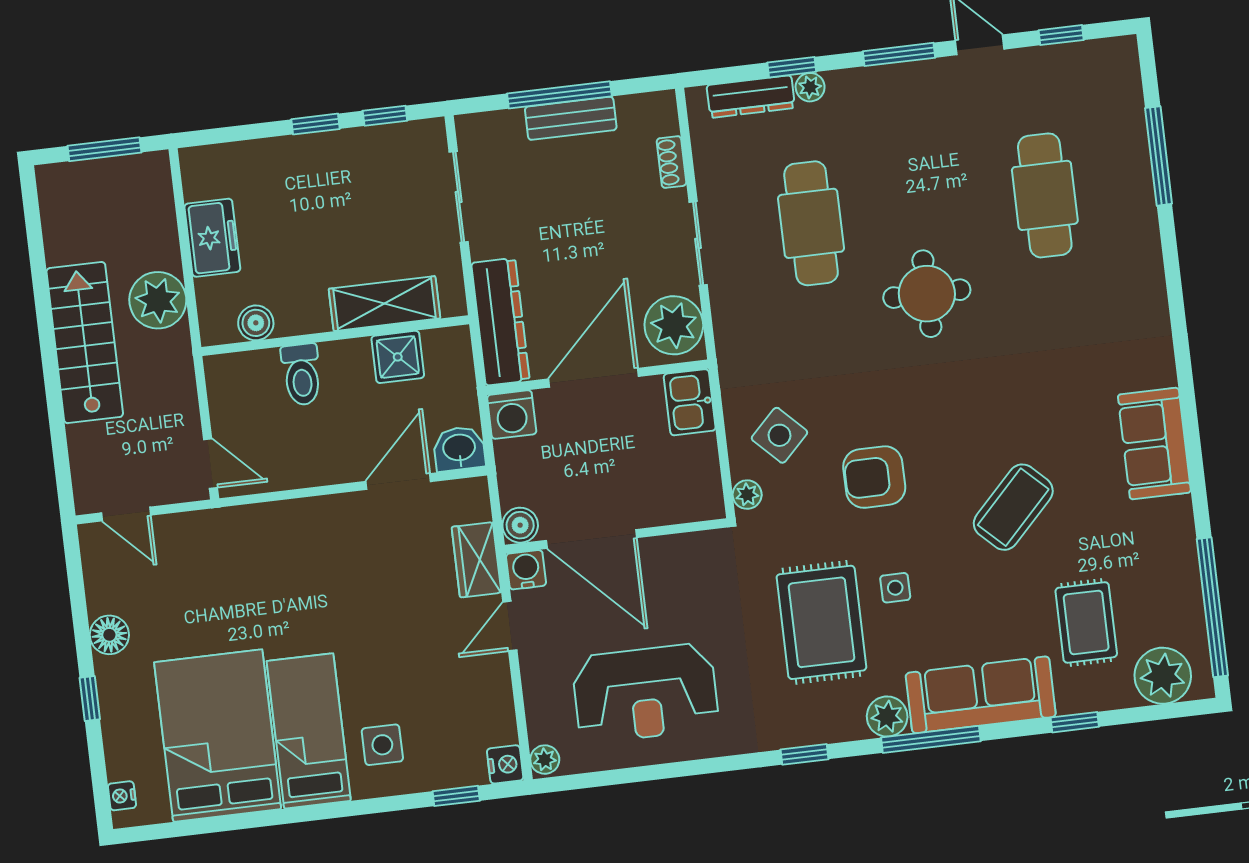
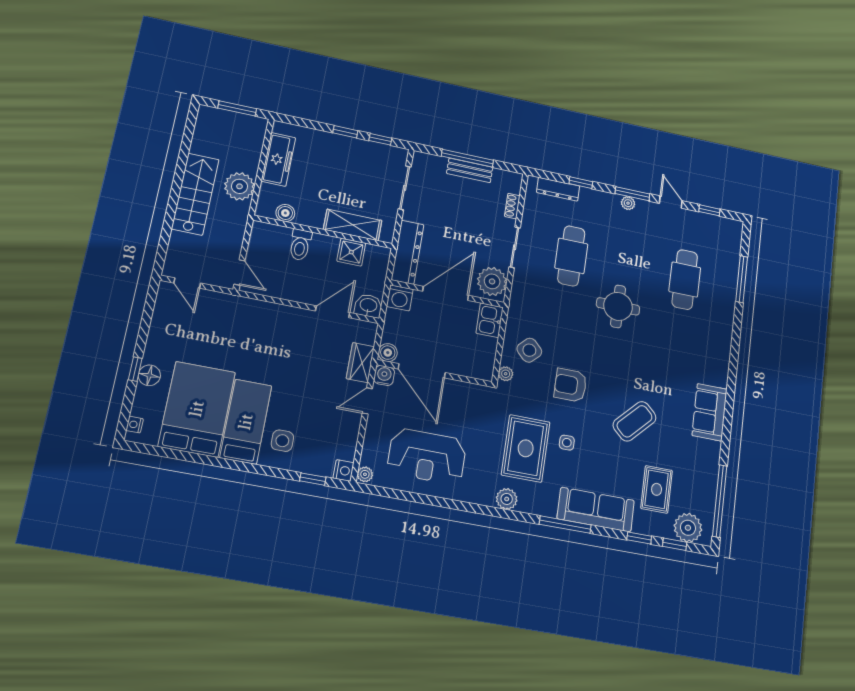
plant: (810, 87) -> (628, 203), moved
freezer: (212, 238) -> (278, 159), width x1.40
floor lamp: (109, 635) -> (149, 375), moved
plant: (887, 717) -> (507, 499), moved
window: (804, 754) -> (675, 544), moved

